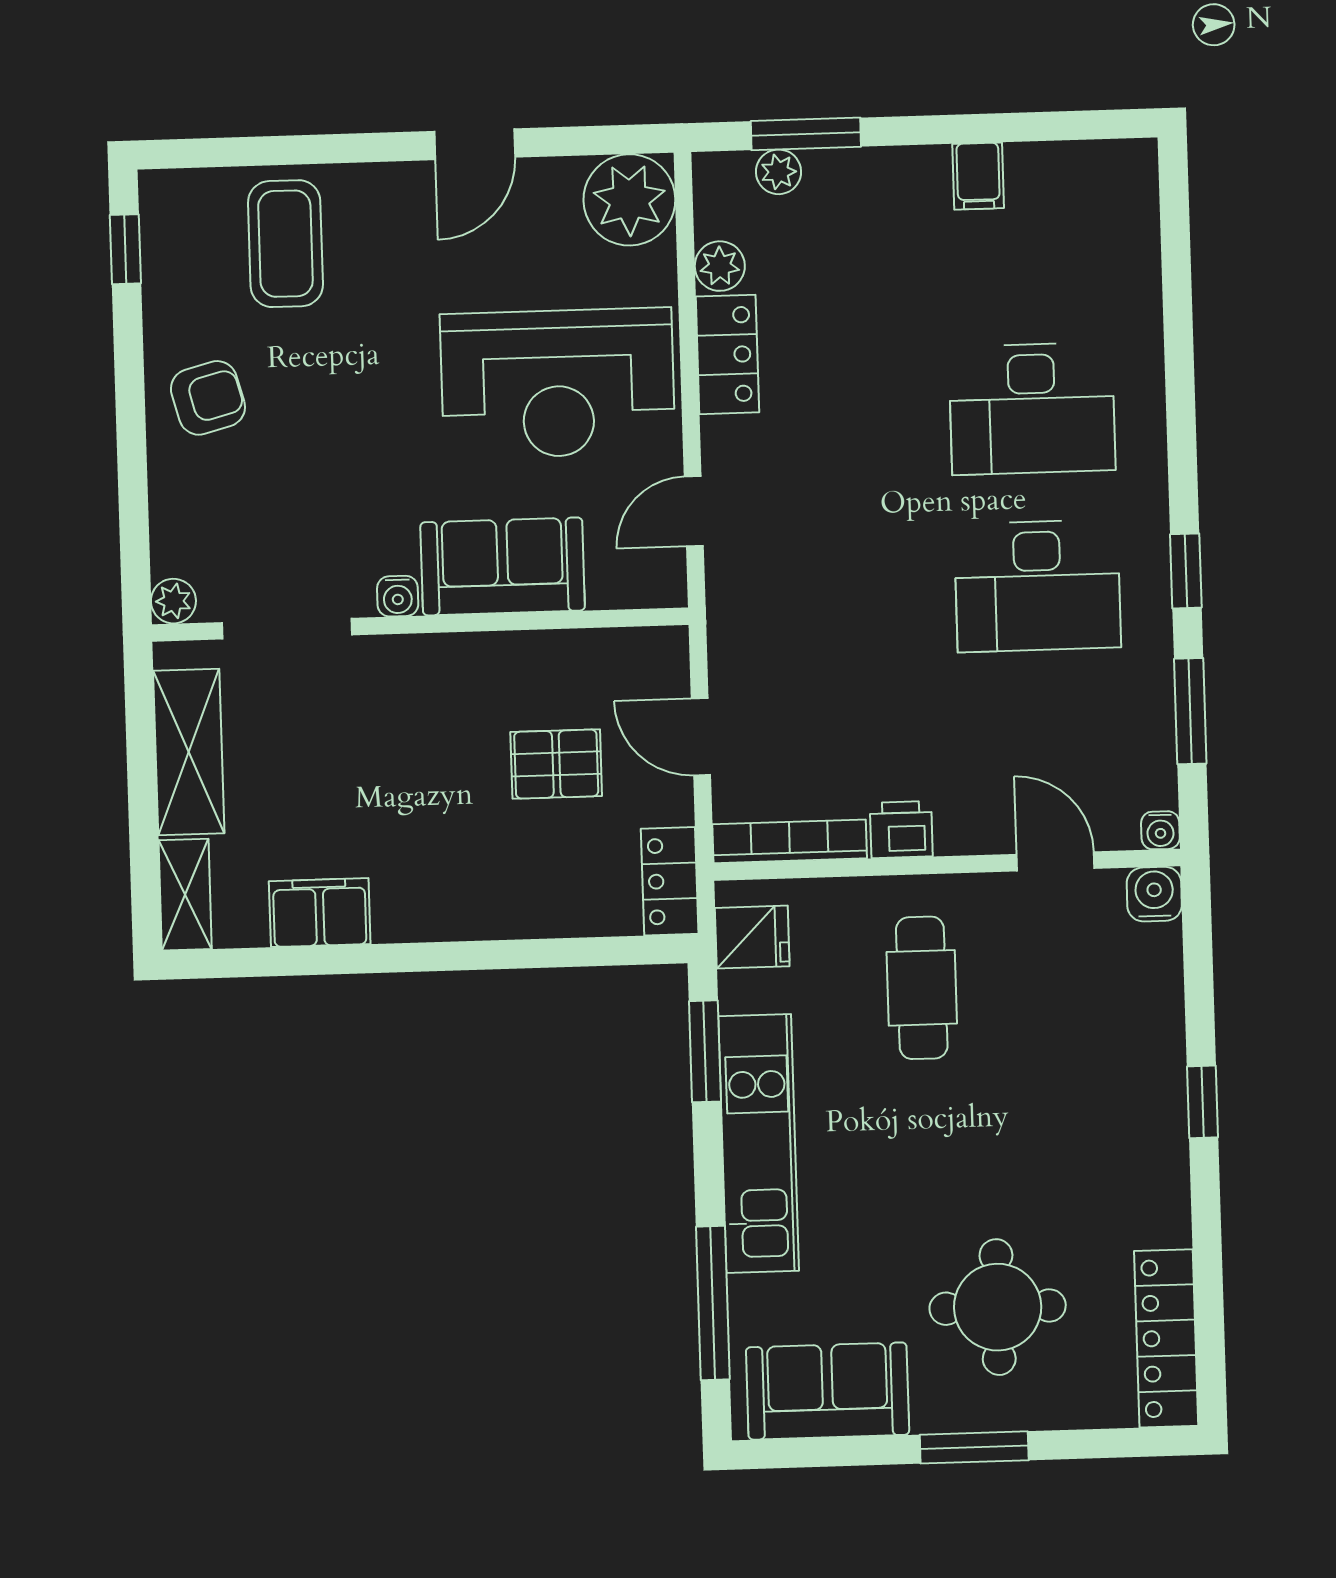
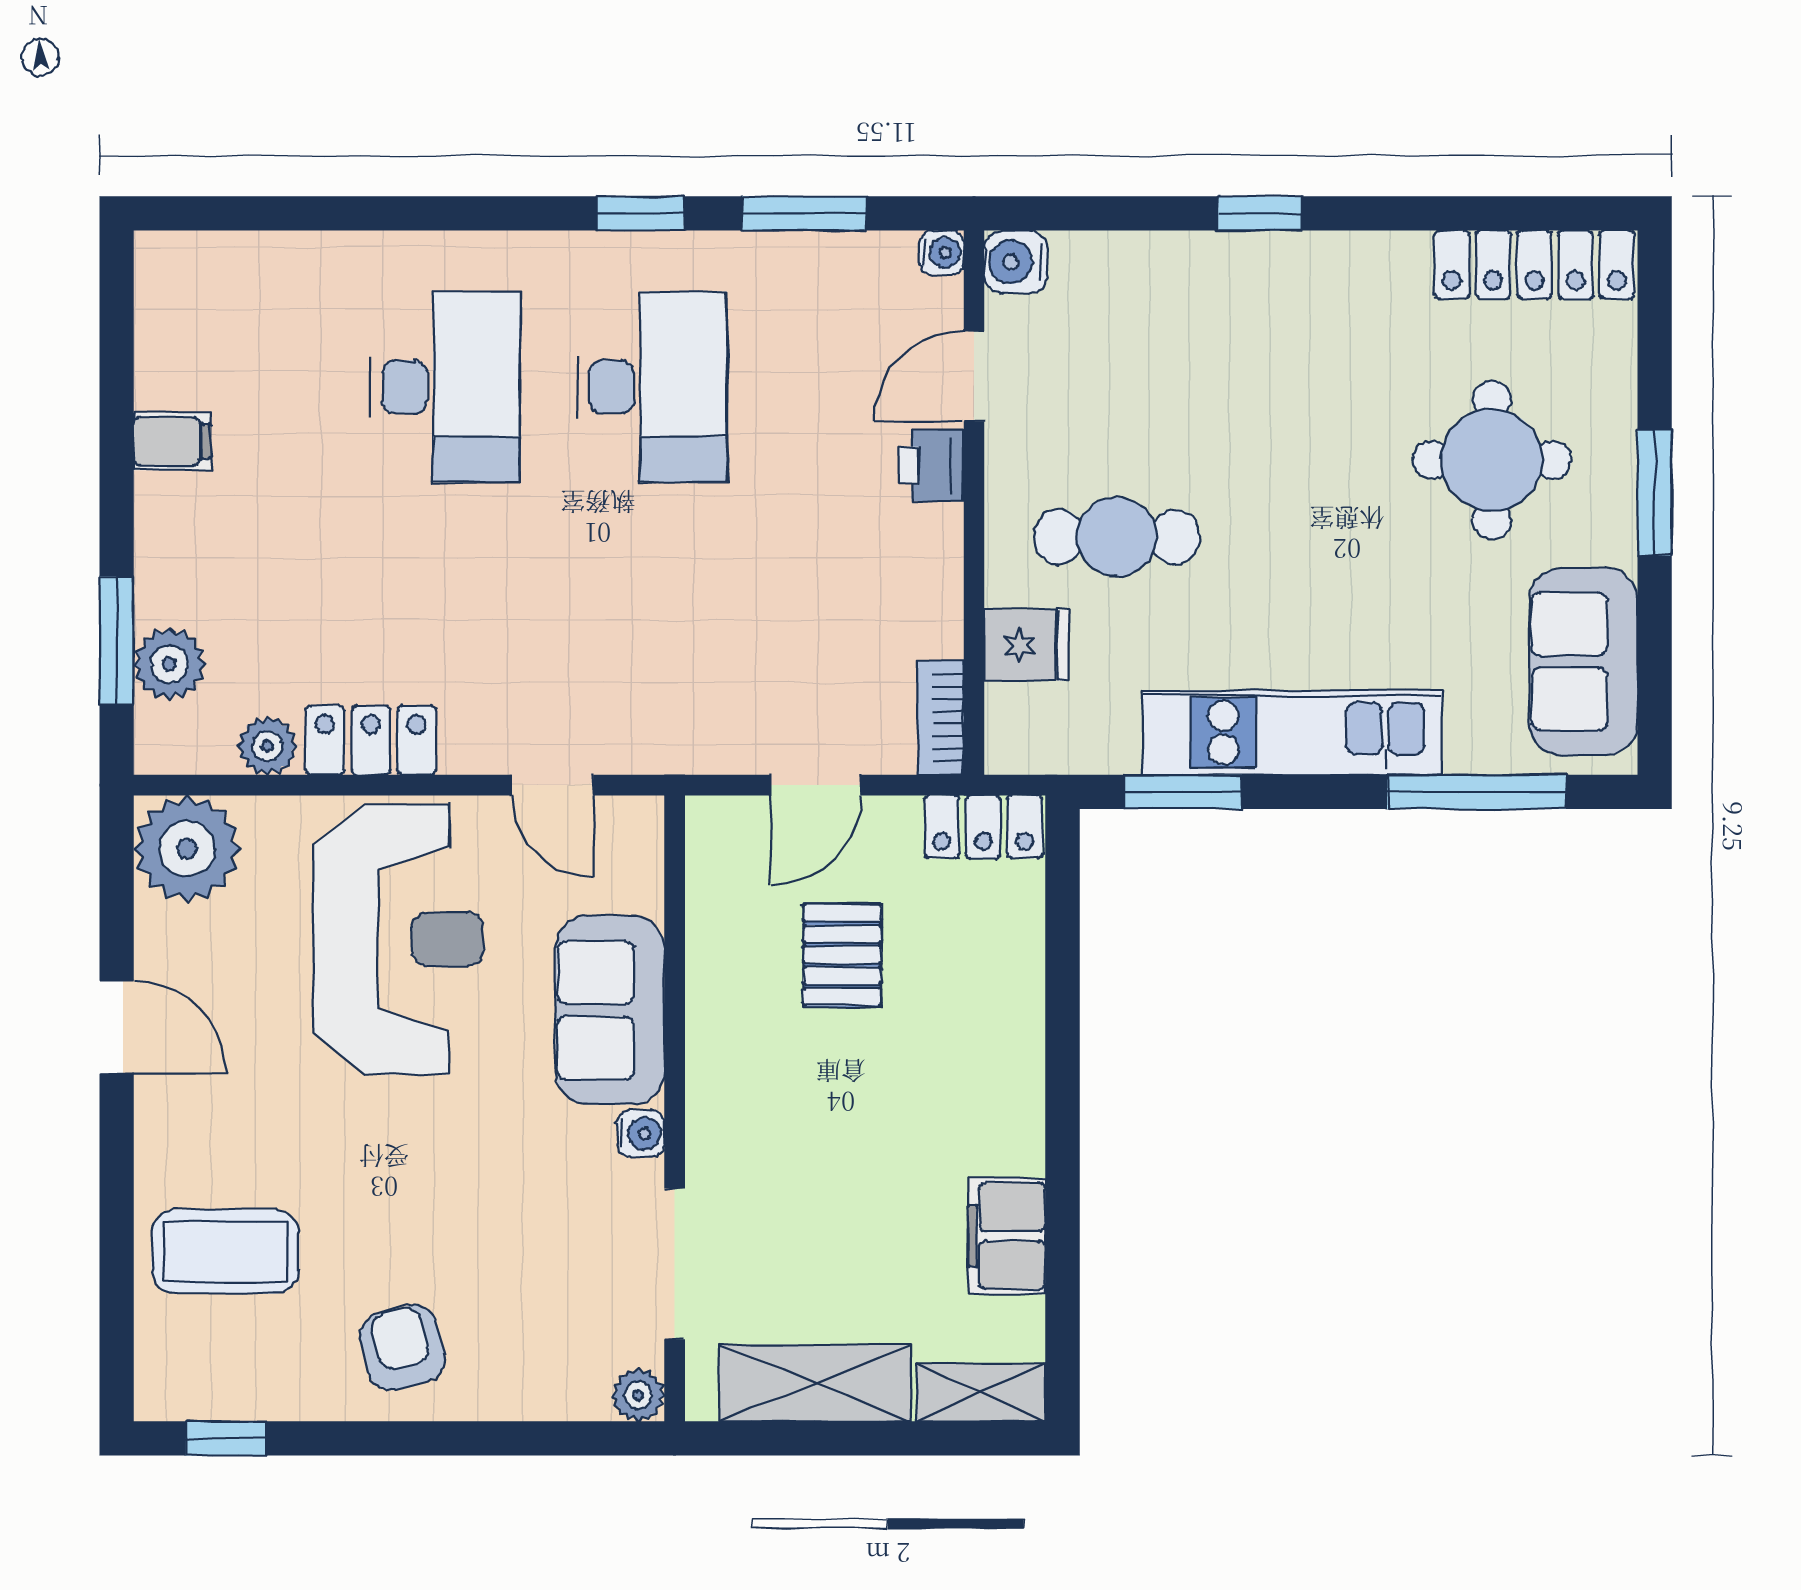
plant: (779, 172) -> (170, 664), width x1.38, depth x1.38
printer: (901, 830) -> (931, 465), moved
bookcase: (790, 841) -> (941, 718), width x0.64
fridge: (752, 937) -> (1027, 645), moved, turned 90

